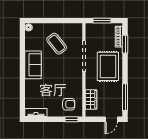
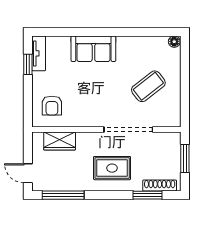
sofa: (33, 65) -> (93, 49), moved
rug: (108, 66) -> (112, 168), width x0.73, depth x0.70
window: (72, 119) -> (28, 64), moved

